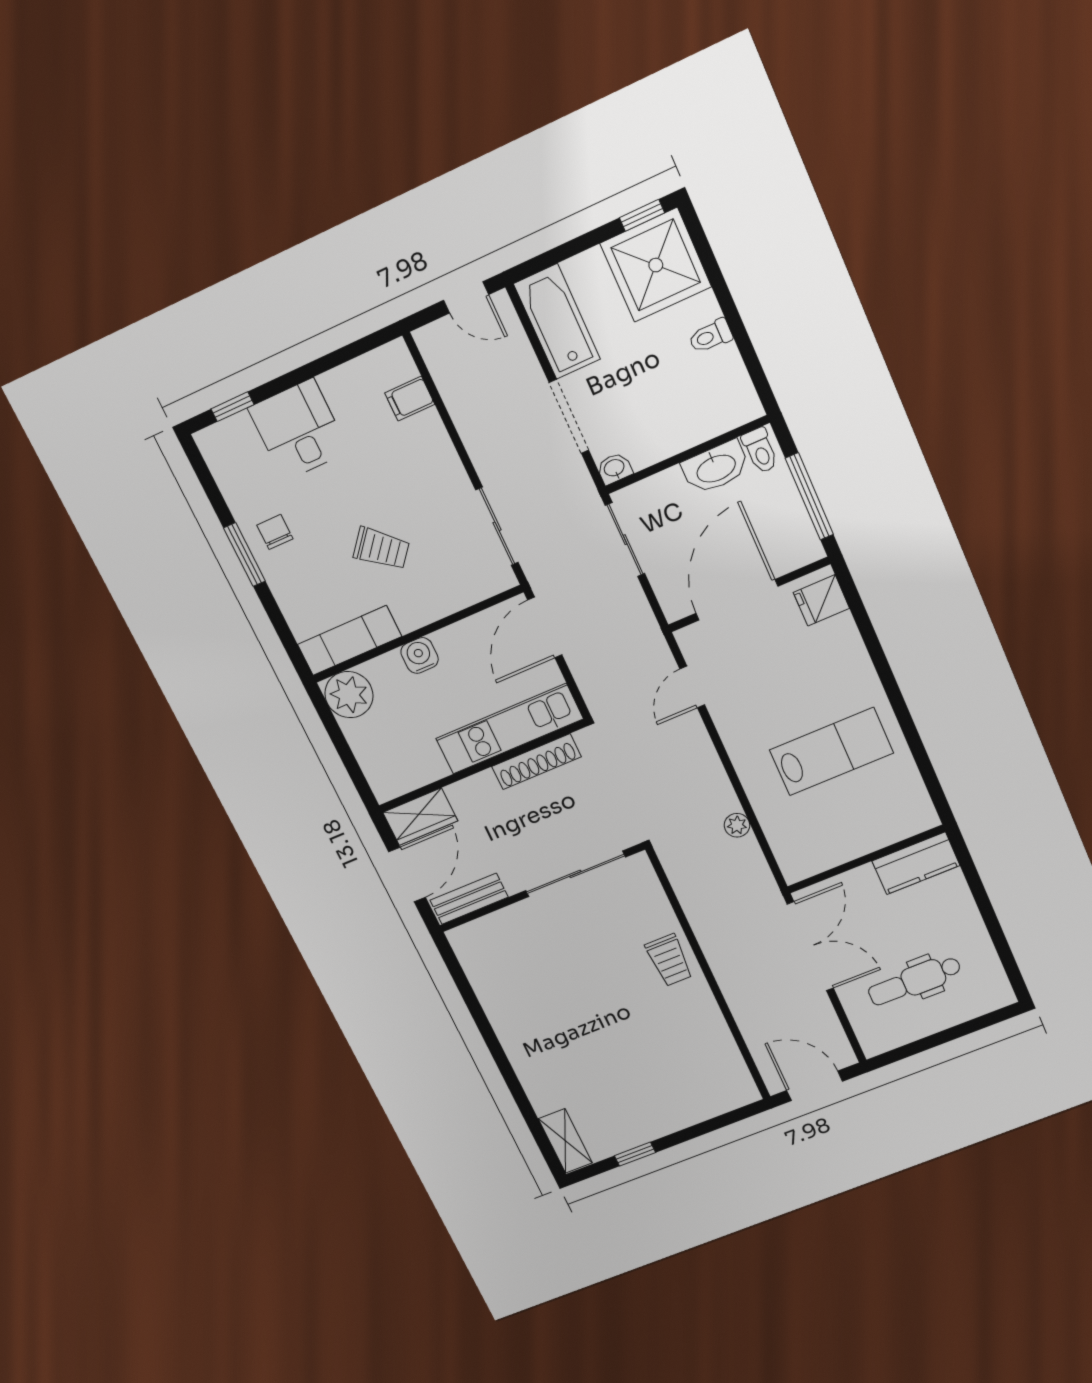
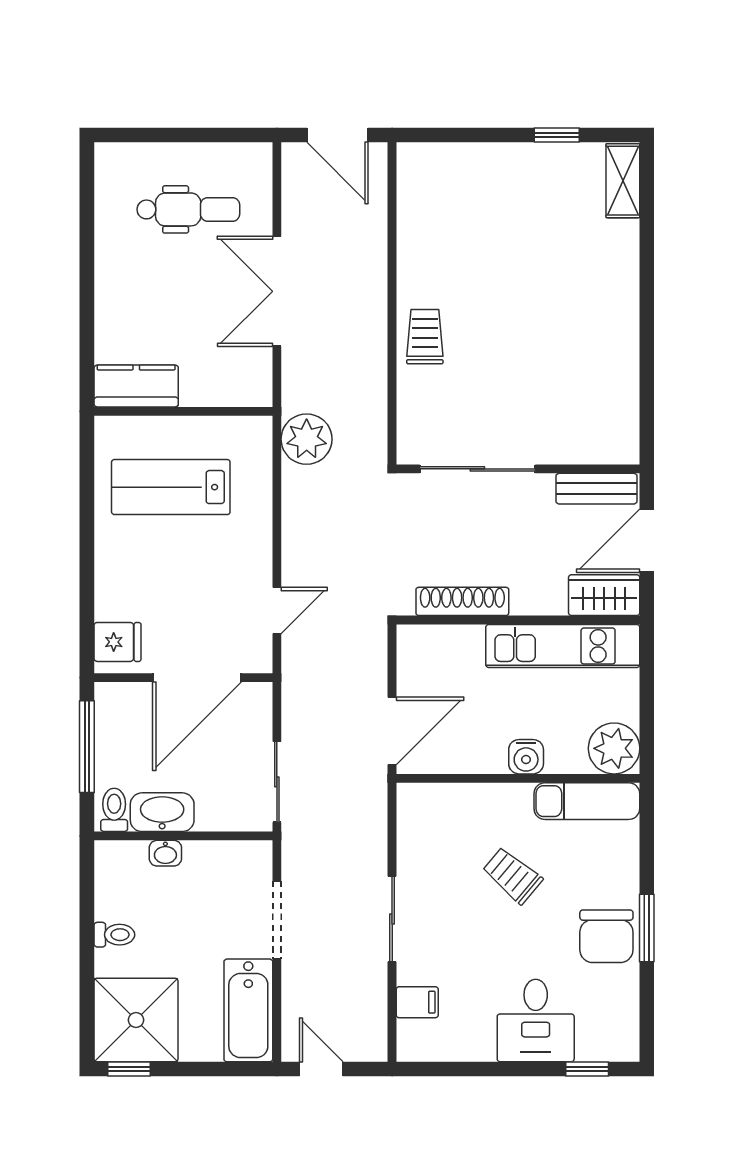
washbasin: (614, 468) -> (165, 853), moved
sliding door: (497, 526) -> (392, 919), moved
chair: (275, 532) -> (606, 936), width x1.87, depth x1.87
kitchen unit: (509, 729) -> (563, 646), moved
plant: (737, 825) -> (307, 439), width x1.87, depth x1.87
wall: (866, 859) -> (183, 411), moved
kitchen counter: (916, 863) -> (136, 386), moved

